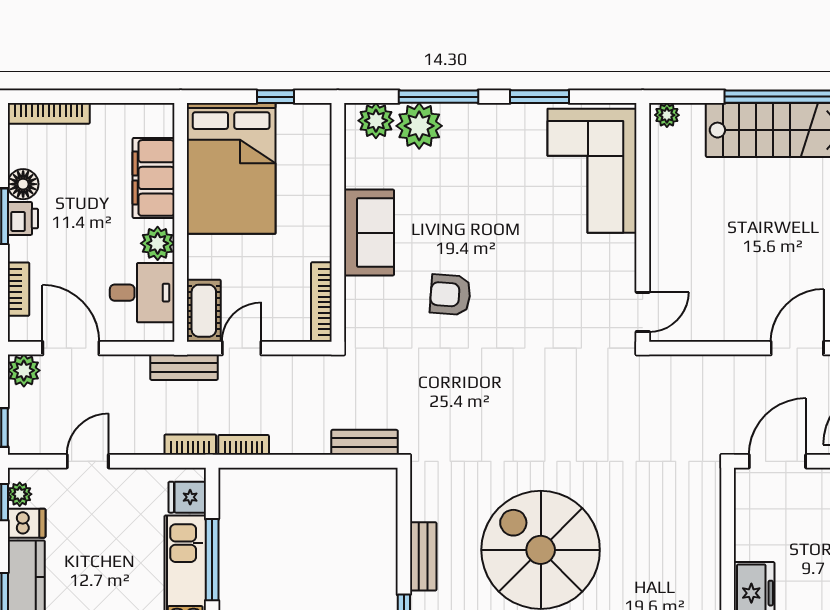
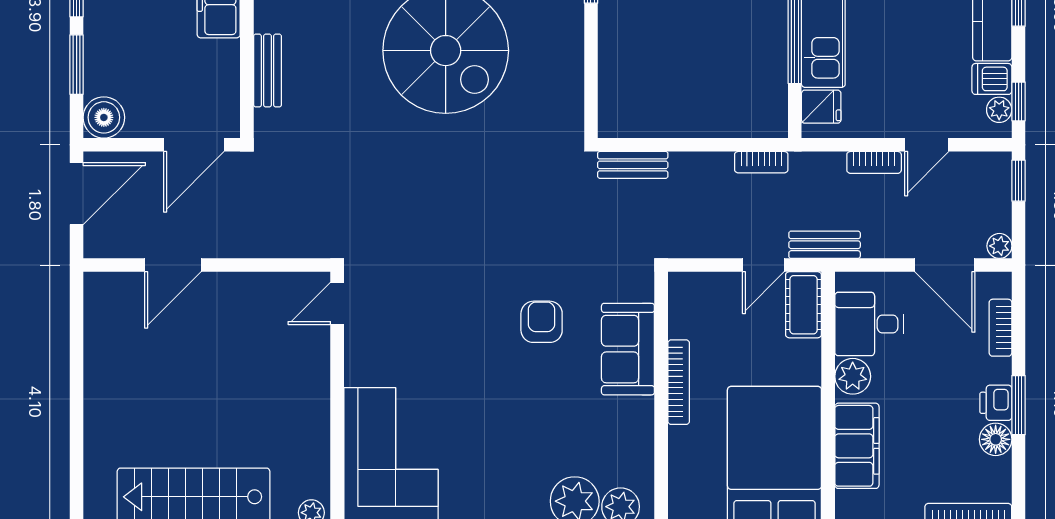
sofa: (369, 233) -> (628, 349), moved
armchair: (450, 295) -> (542, 322), turned -94
bookcase: (321, 302) -> (679, 382), moved
plant: (24, 370) -> (999, 246), width x0.73, depth x0.73
bookcase: (190, 445) -> (874, 162), moved
bench: (423, 556) -> (267, 71), moved

